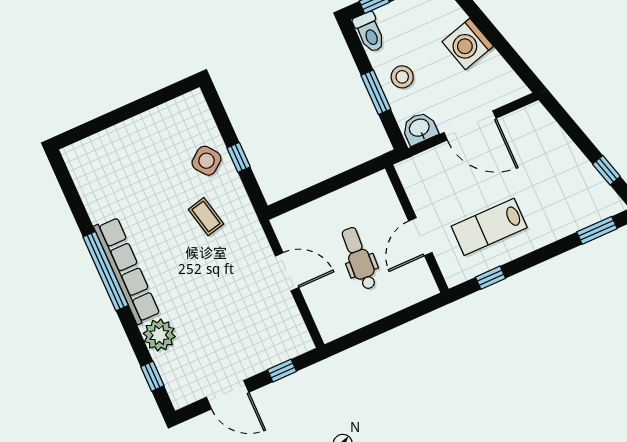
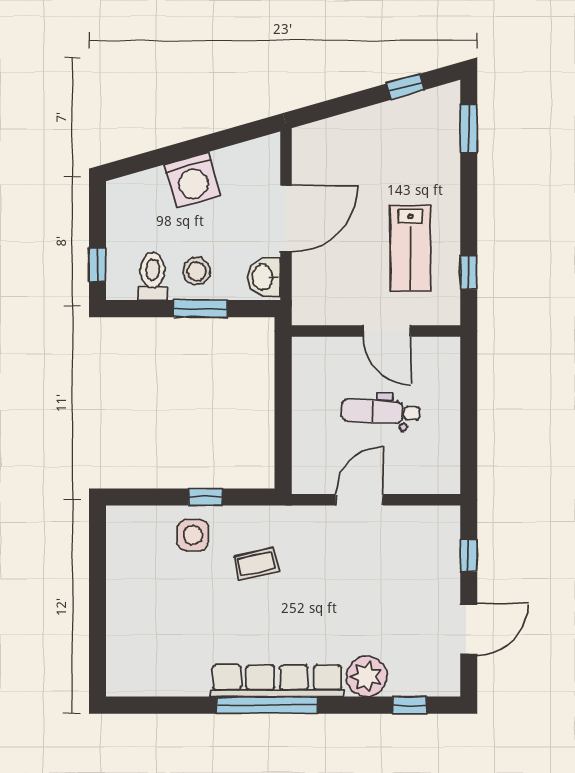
toilet: (369, 32) -> (153, 276), moved, turned -90
side table: (207, 161) -> (193, 535), turned 37

